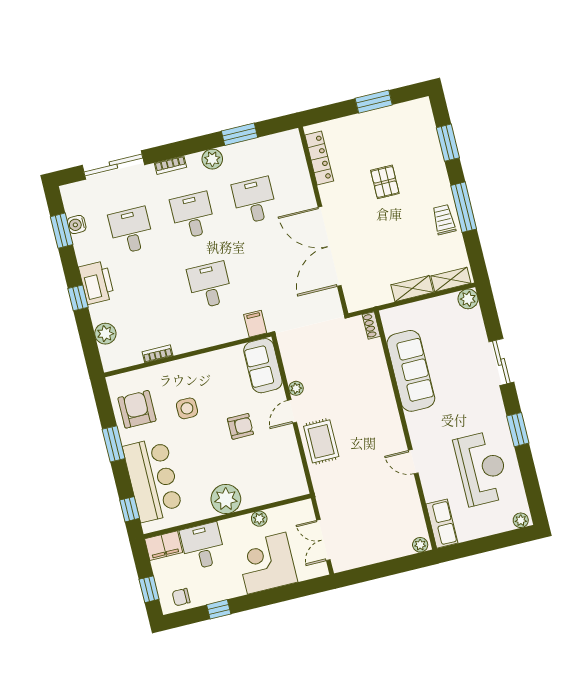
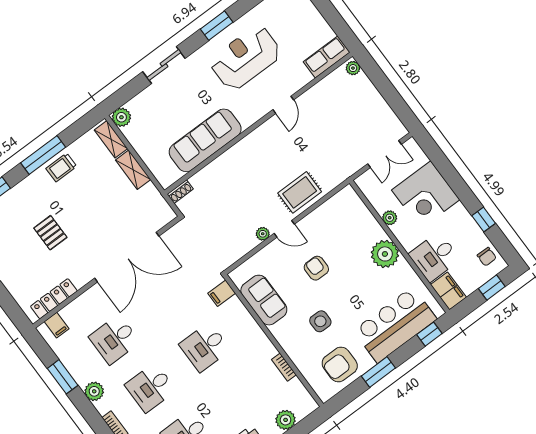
filing cabinet: (292, 150) -> (57, 325), added
pallet: (385, 182) -> (50, 233), turned 90
sofa: (263, 366) -> (264, 300), moved, turned -90
reception desk: (482, 468) -> (246, 58), moved

